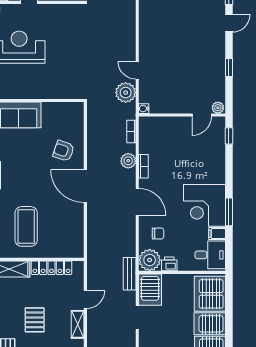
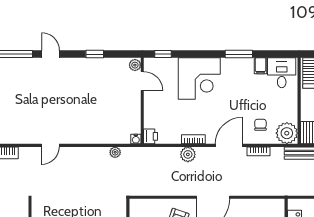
door: (137, 70) -> (50, 145), moved
plant: (126, 93) -> (115, 152), width x0.53, depth x0.53
bookcase: (131, 131) -> (259, 151), moved
corner desk: (204, 205) -> (199, 78), moved
printer: (169, 264) -> (151, 136), moved, turned 180

